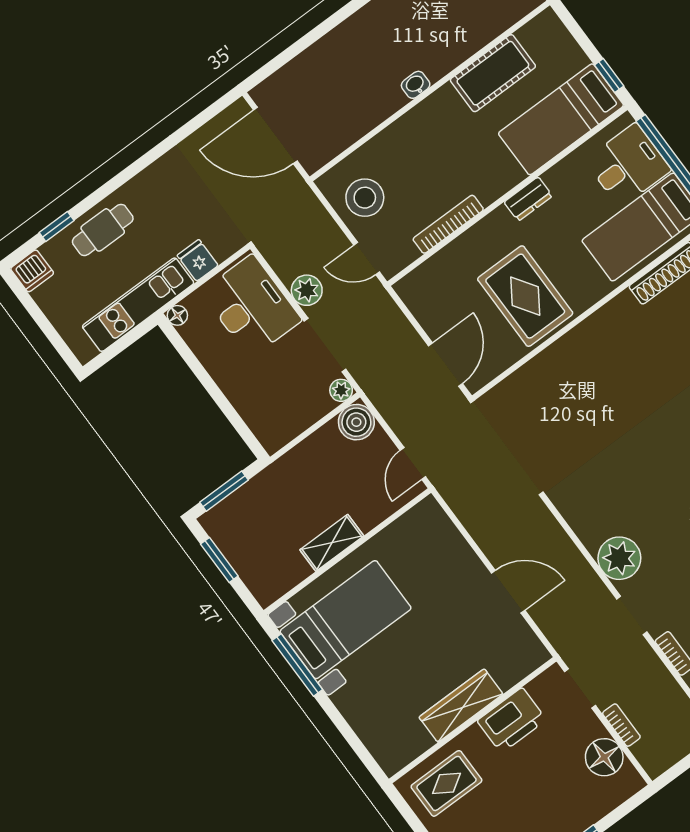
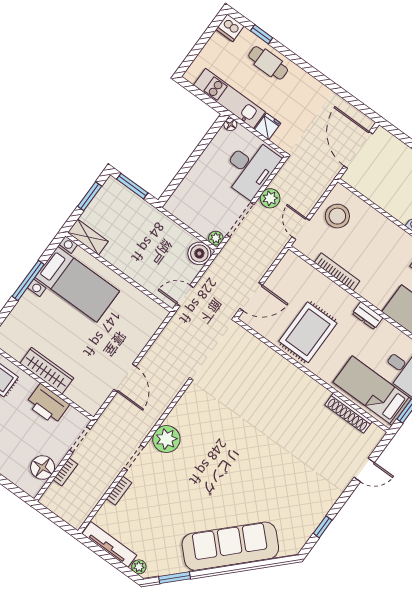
shelving: (332, 543) -> (88, 237), moved
window: (297, 665) -> (28, 280), moved

